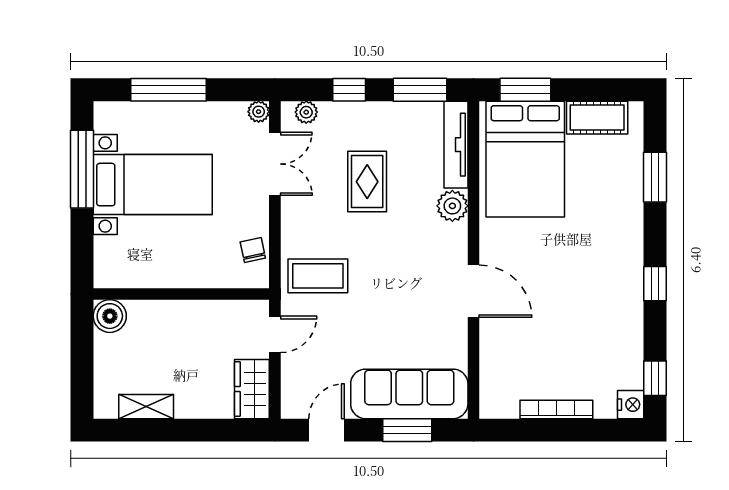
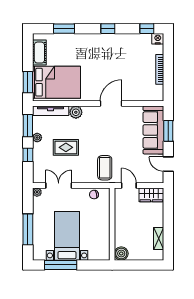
plant: (306, 112) -> (37, 138), moved

